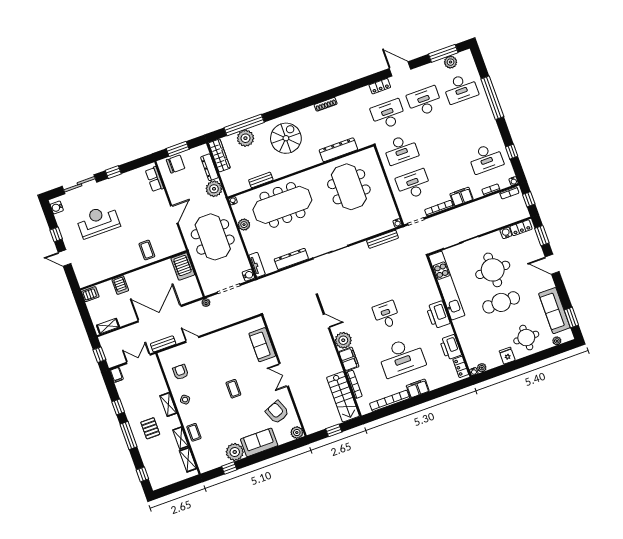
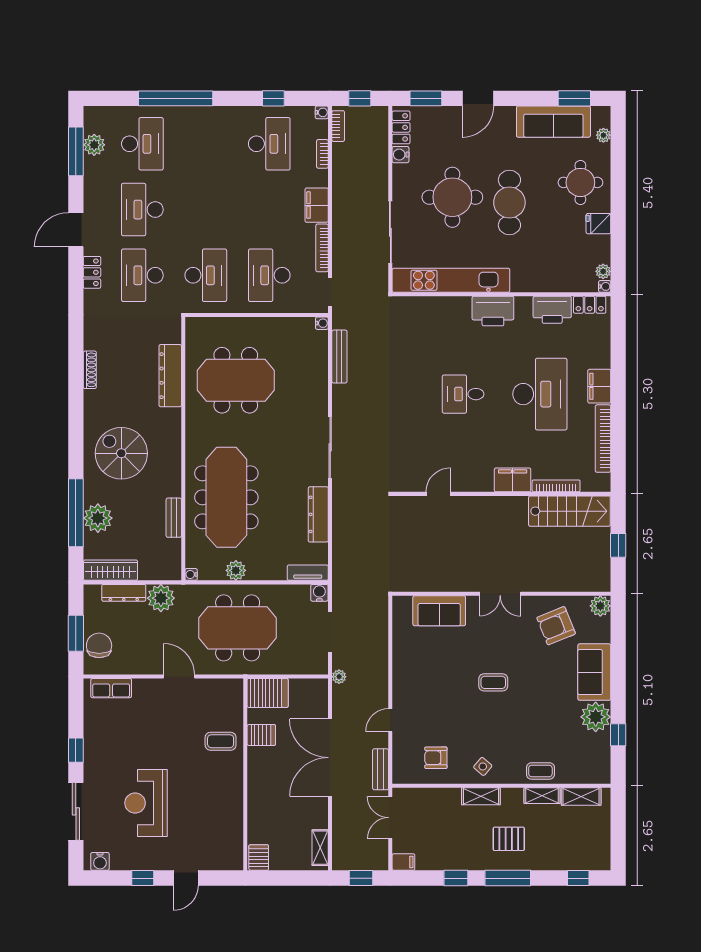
server rack: (120, 285) -> (261, 735), moved
plant: (343, 340) -> (479, 478), removed

